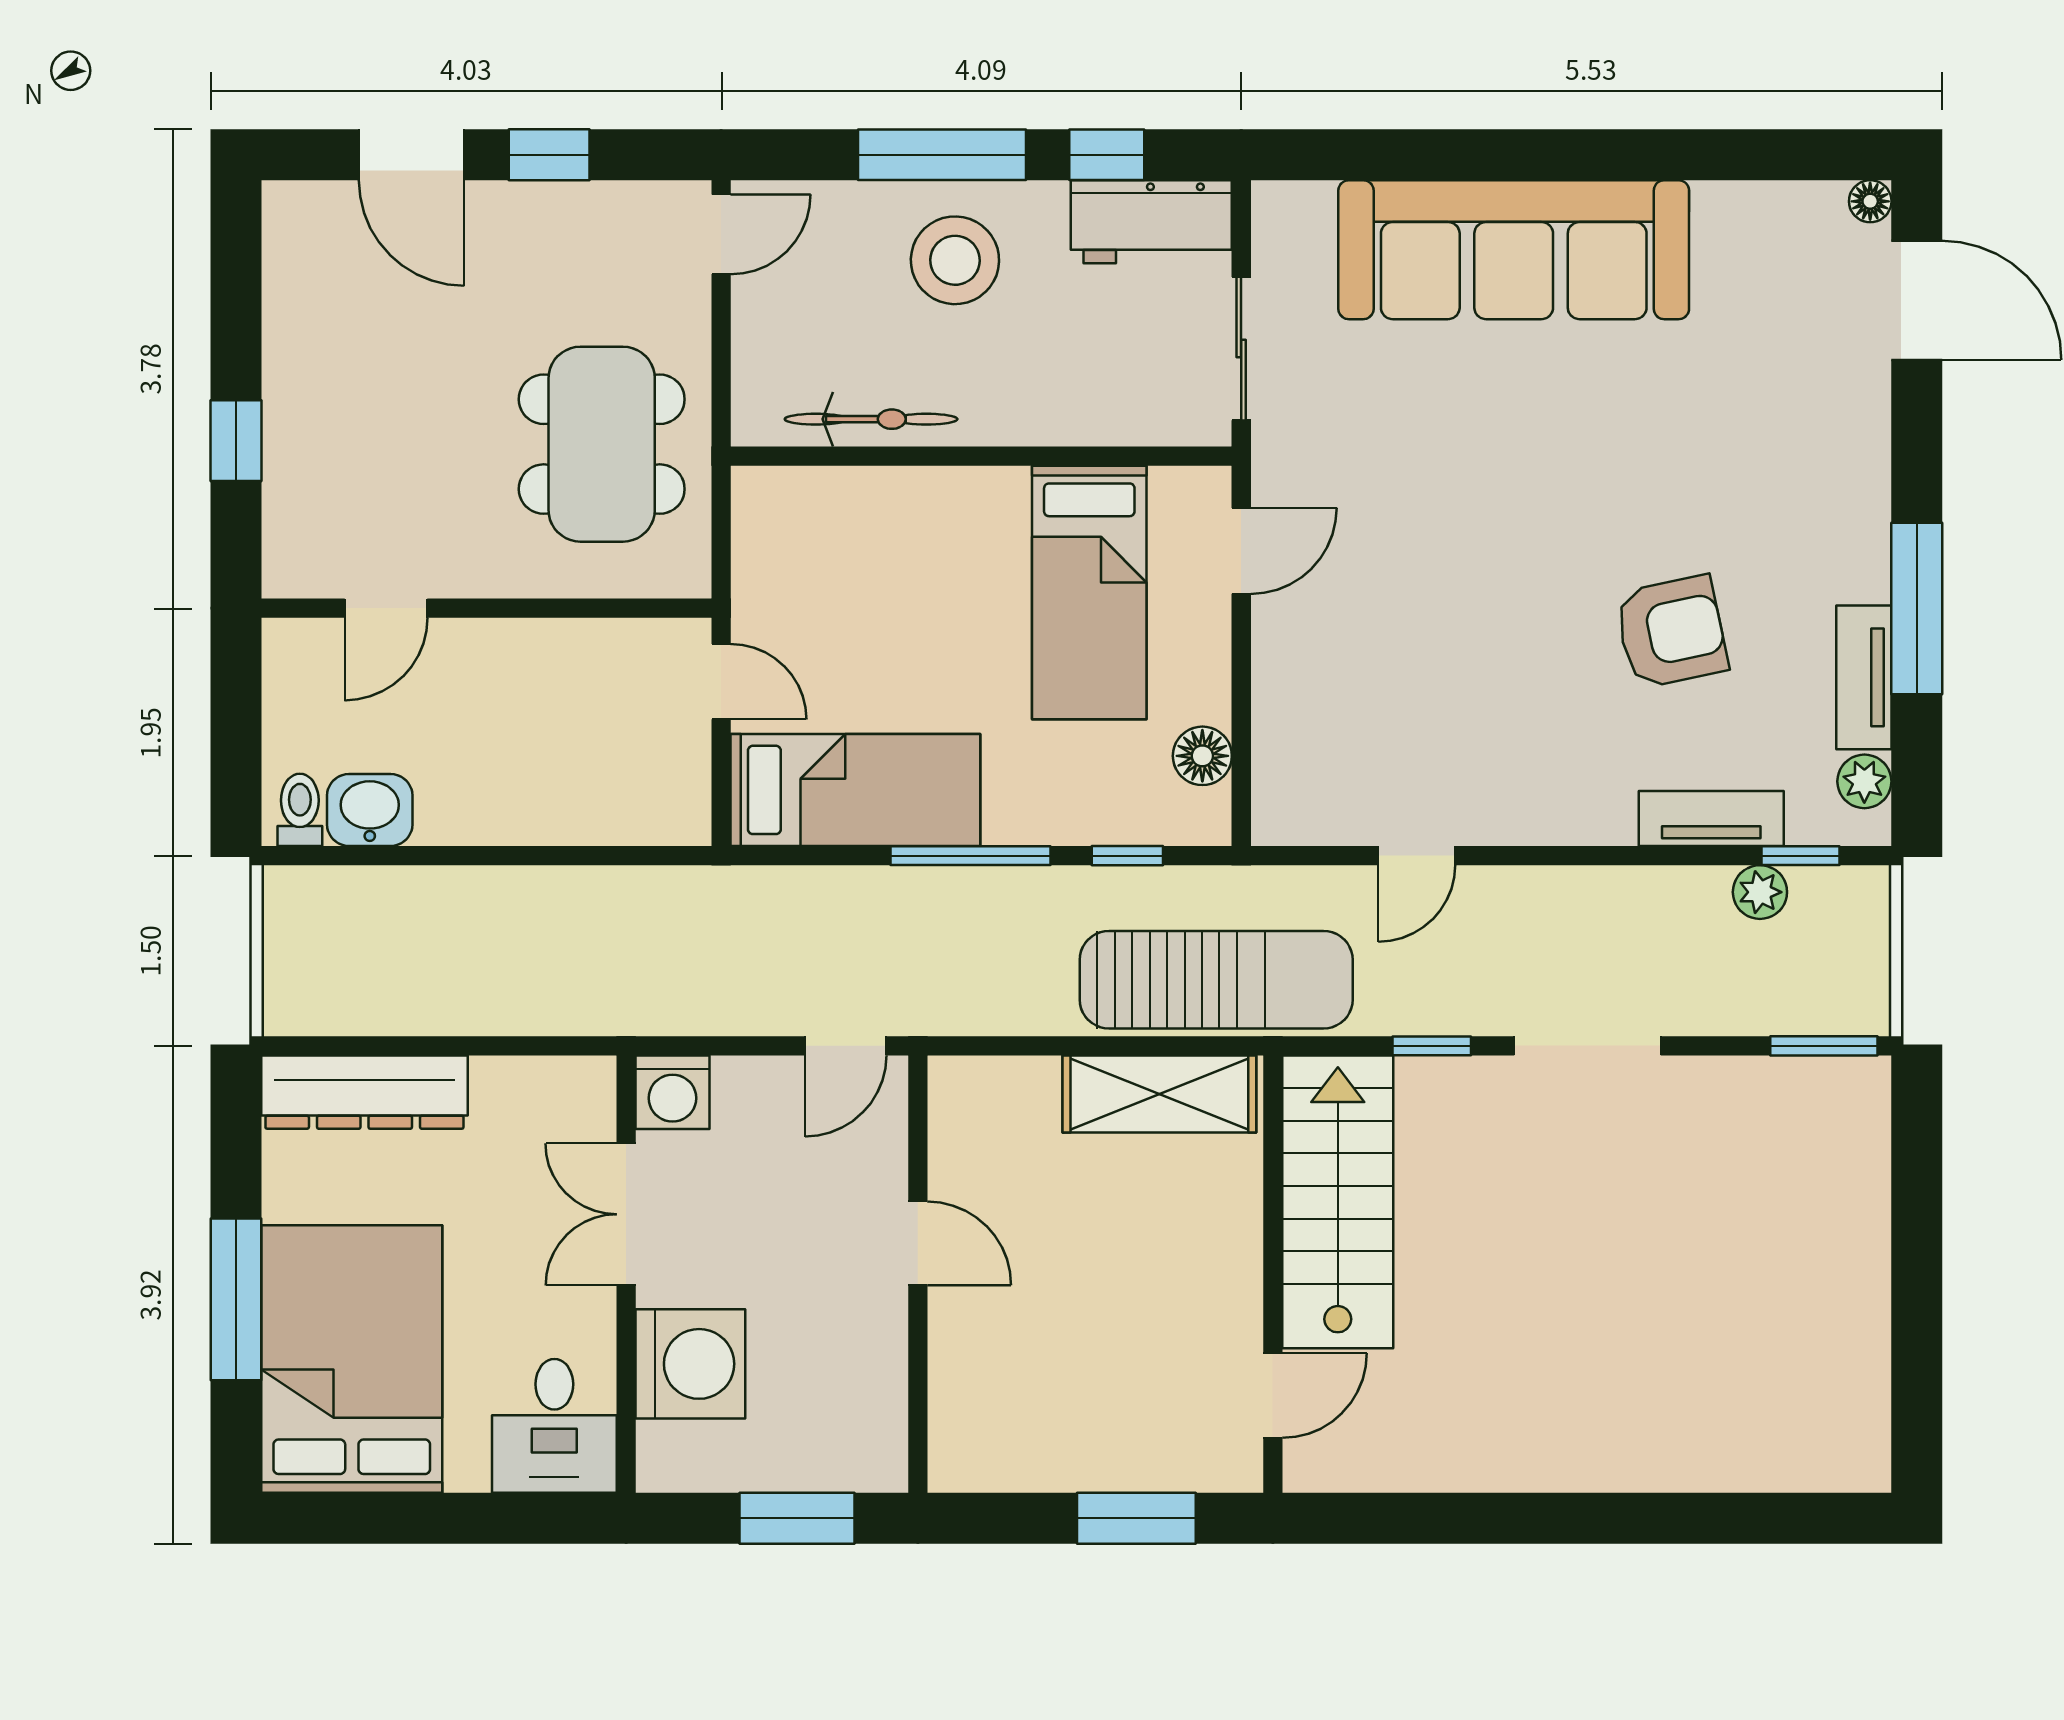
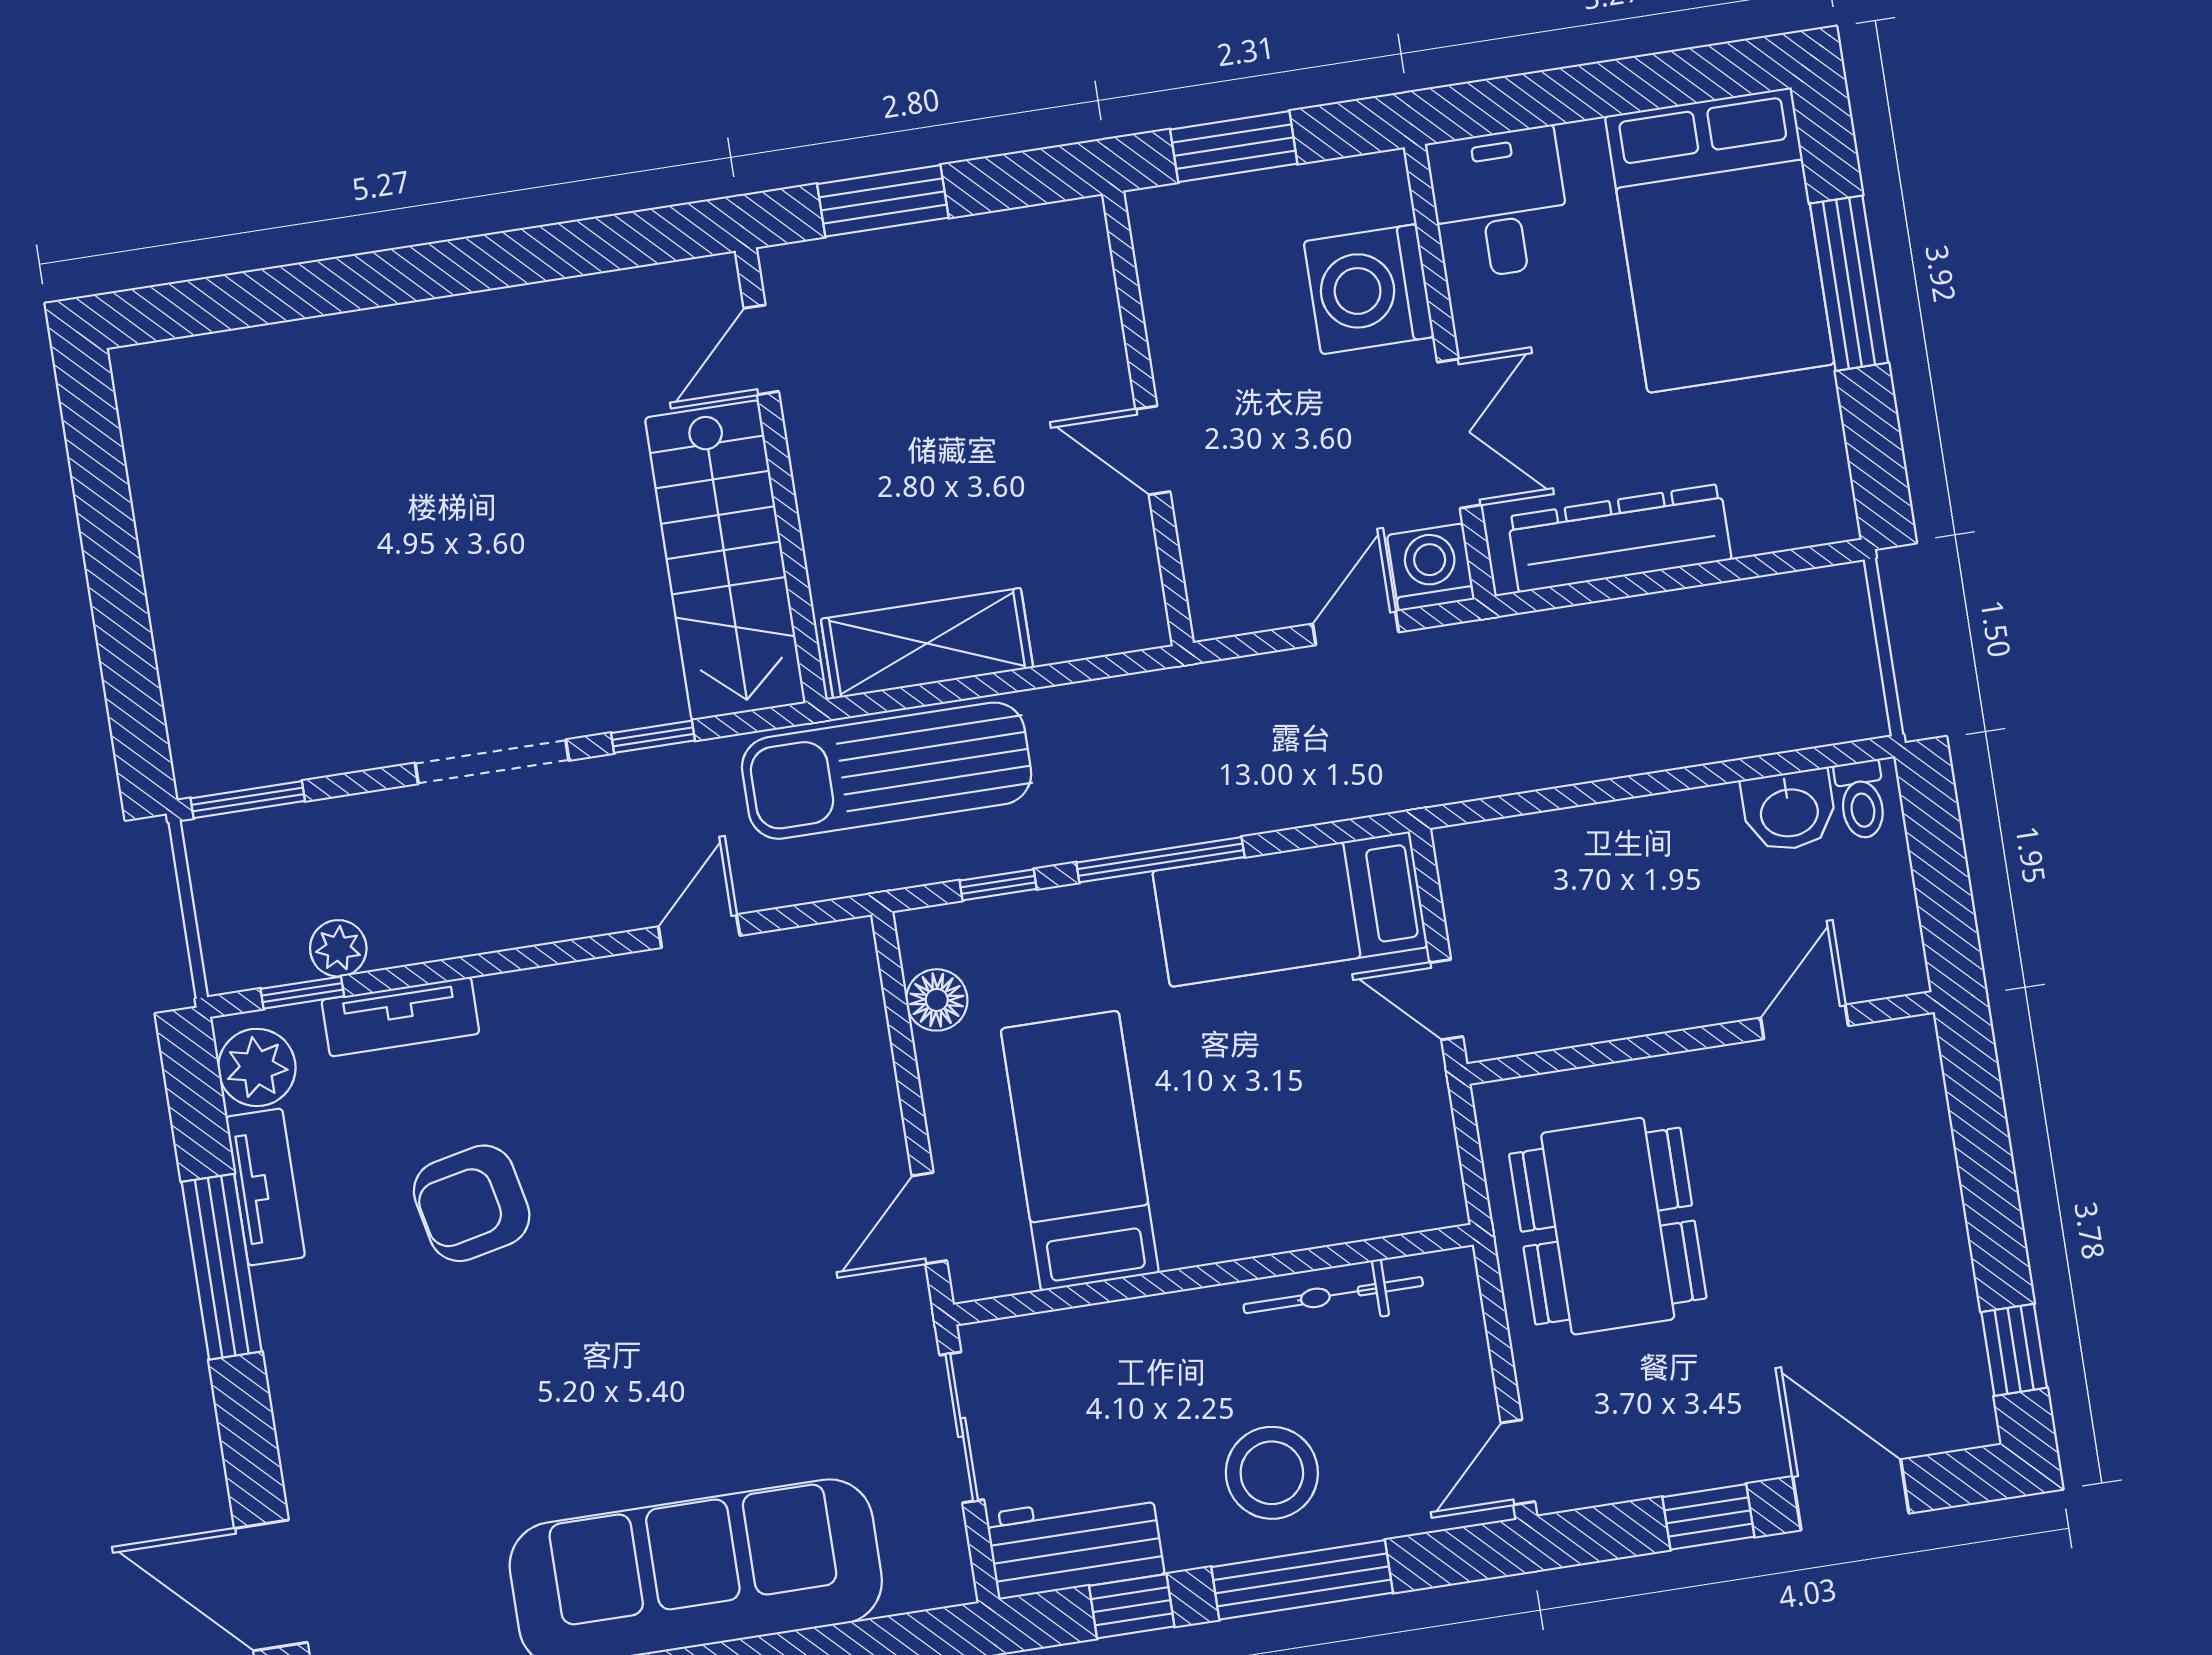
window: (236, 441) -> (2014, 1350), moved
plant: (1864, 781) -> (257, 1067), width x1.38, depth x1.38
door: (846, 1046) -> (1356, 628), moved
dresser: (364, 1092) -> (1619, 538), moved

